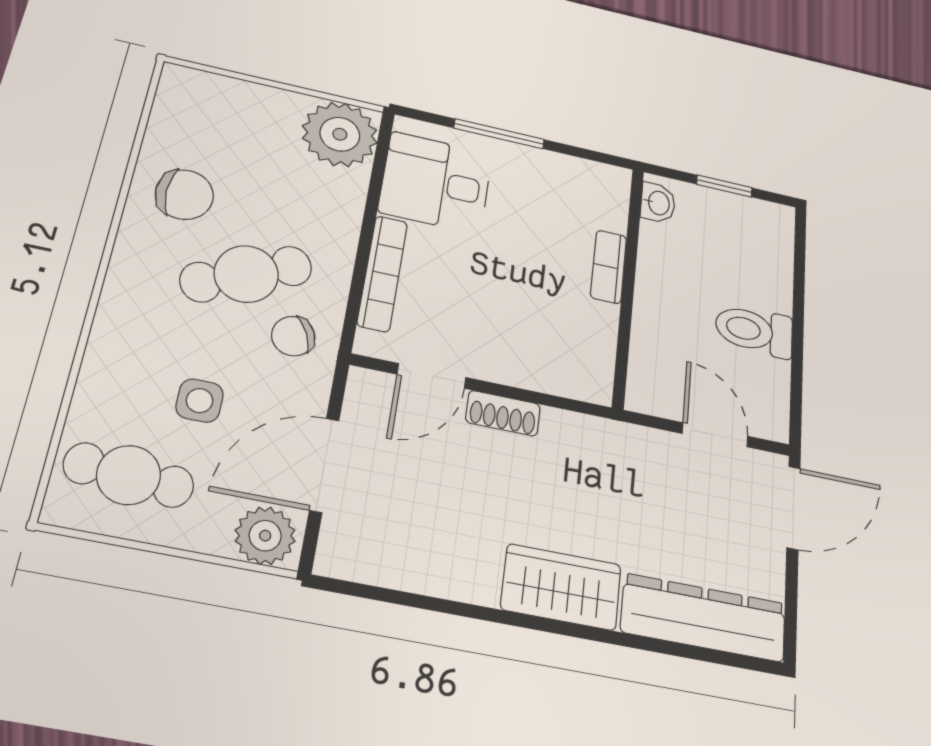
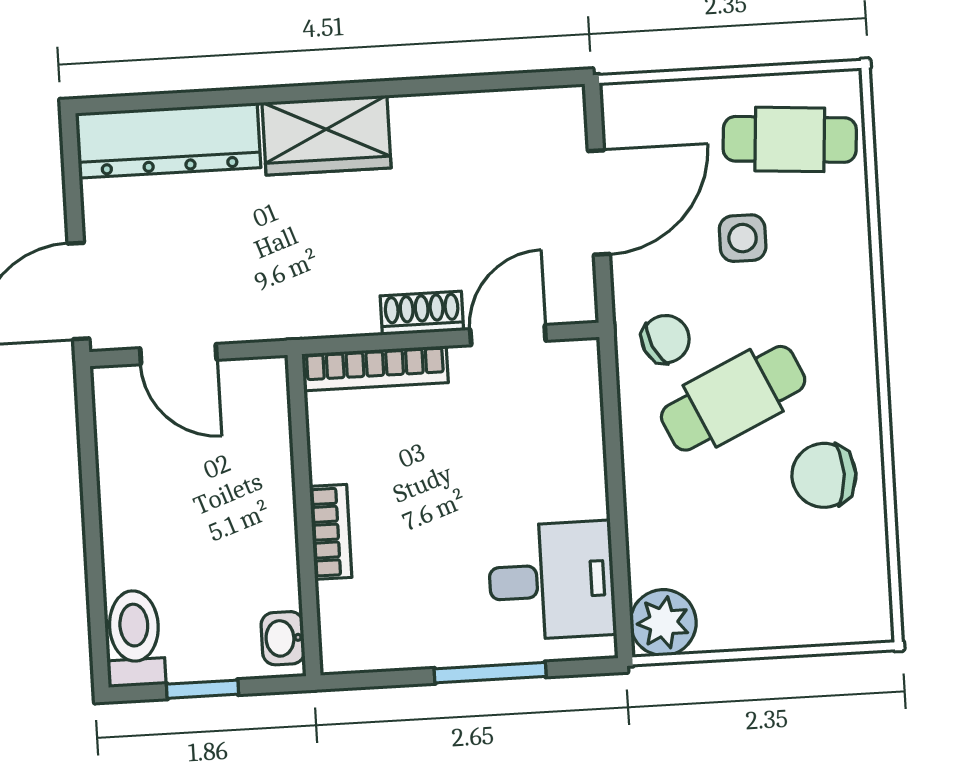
plant: (340, 134) -> (663, 623), width x0.73, depth x0.73
bookcase: (382, 273) -> (375, 368), moved, turned -90
toilet: (754, 331) -> (135, 638), moved, turned -90
plant: (265, 536) -> (640, 112), removed

